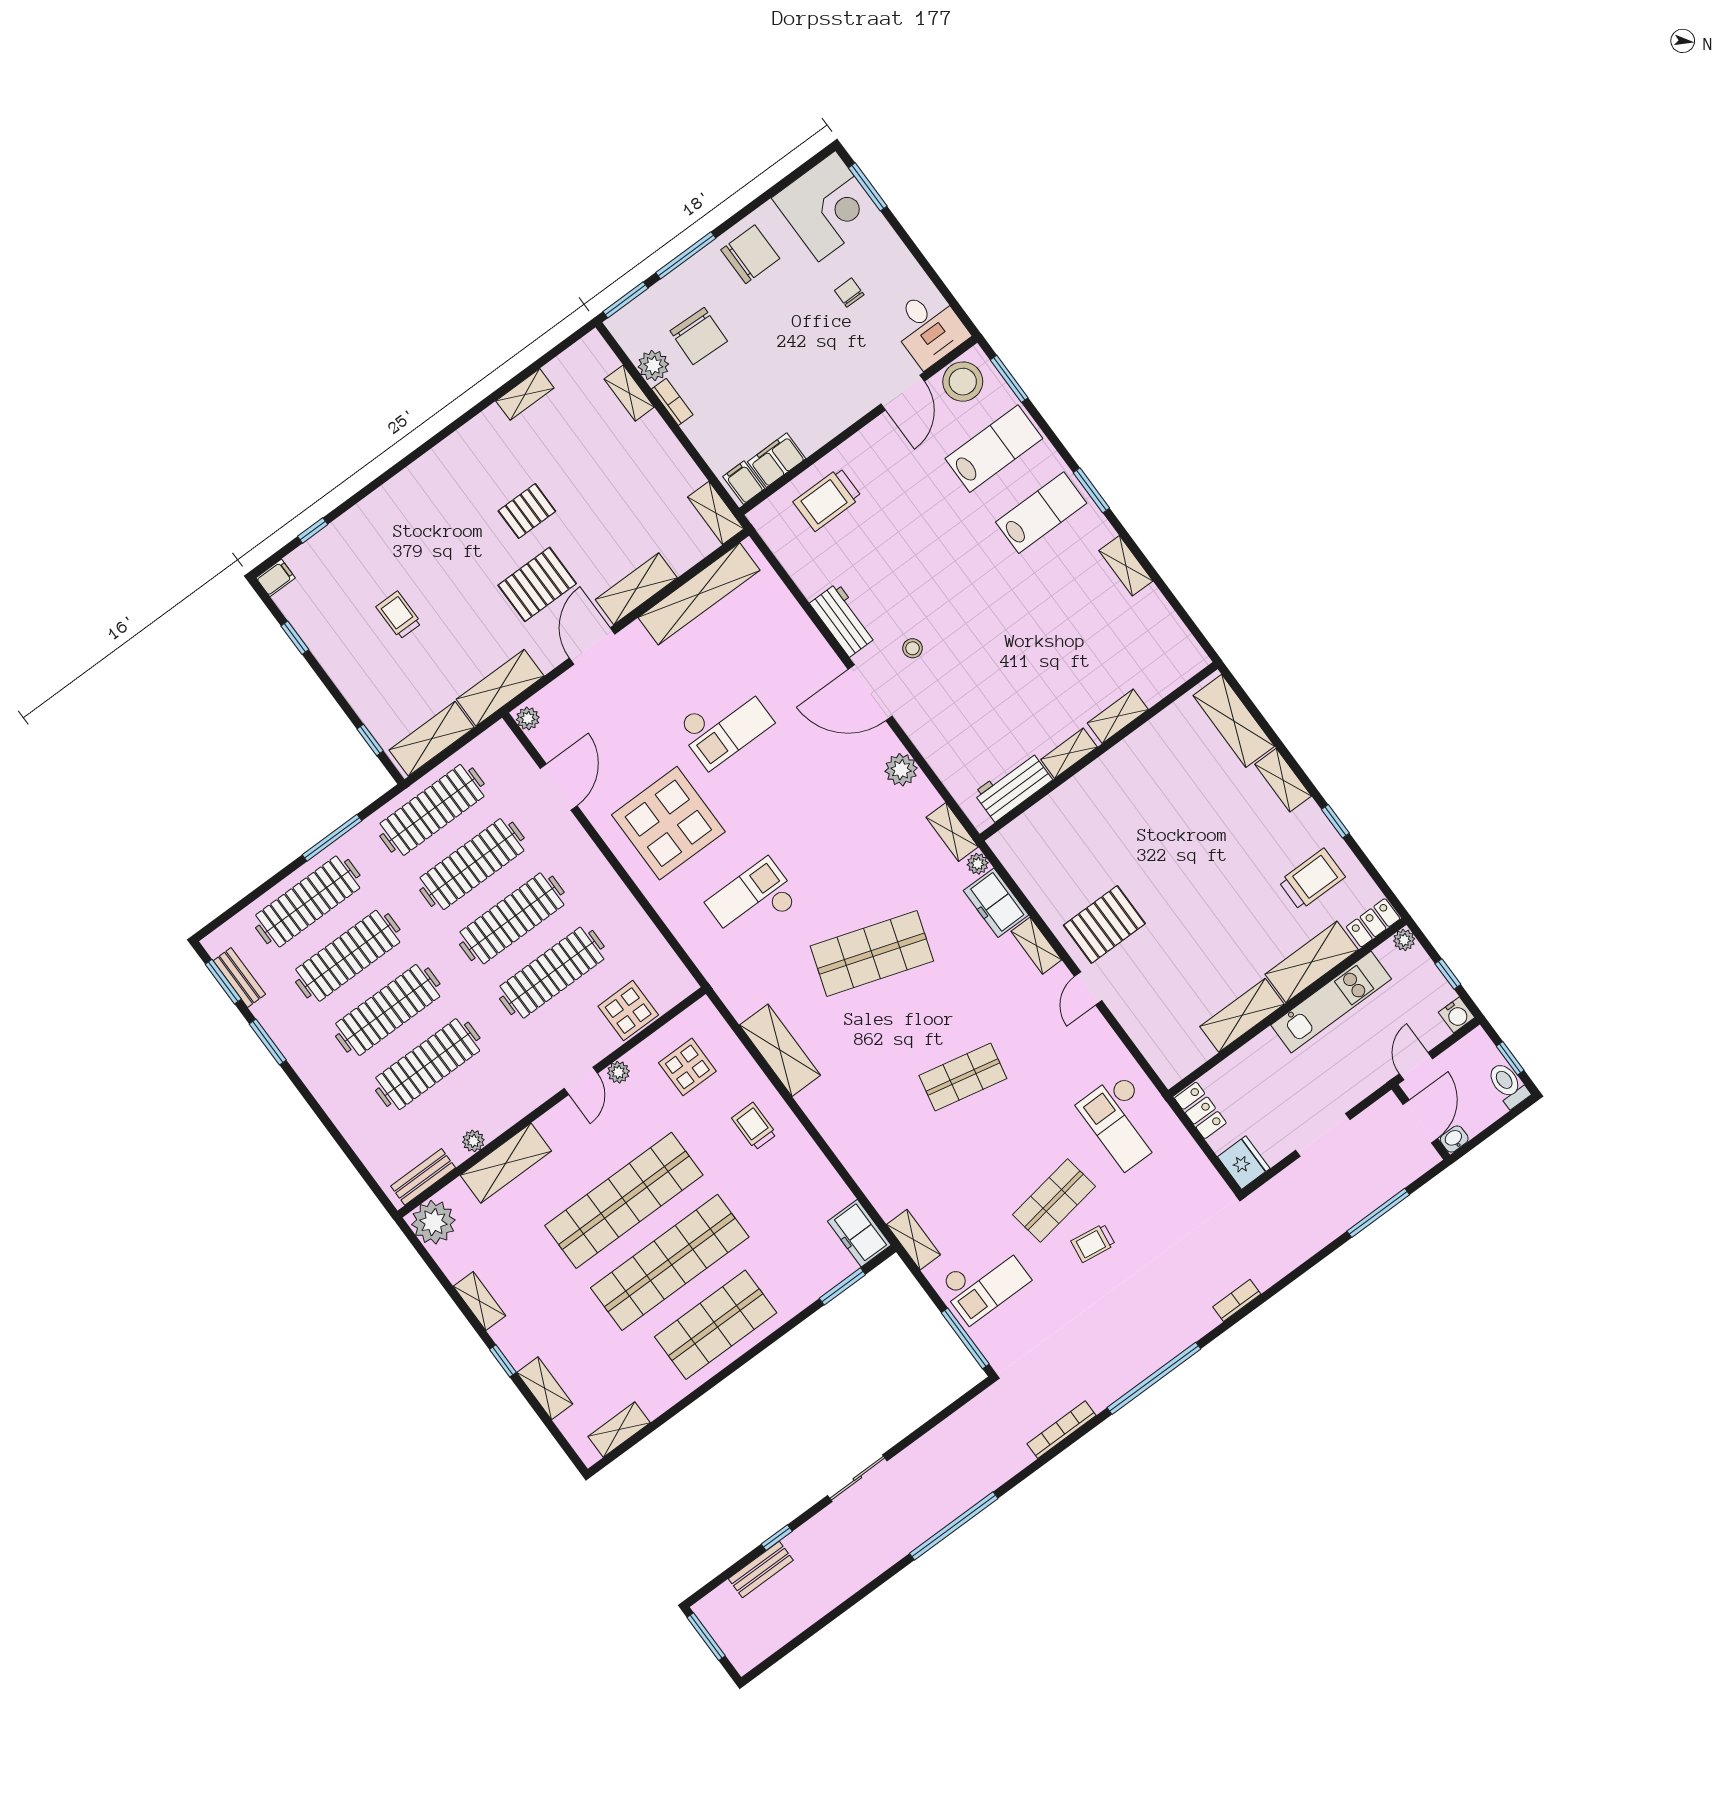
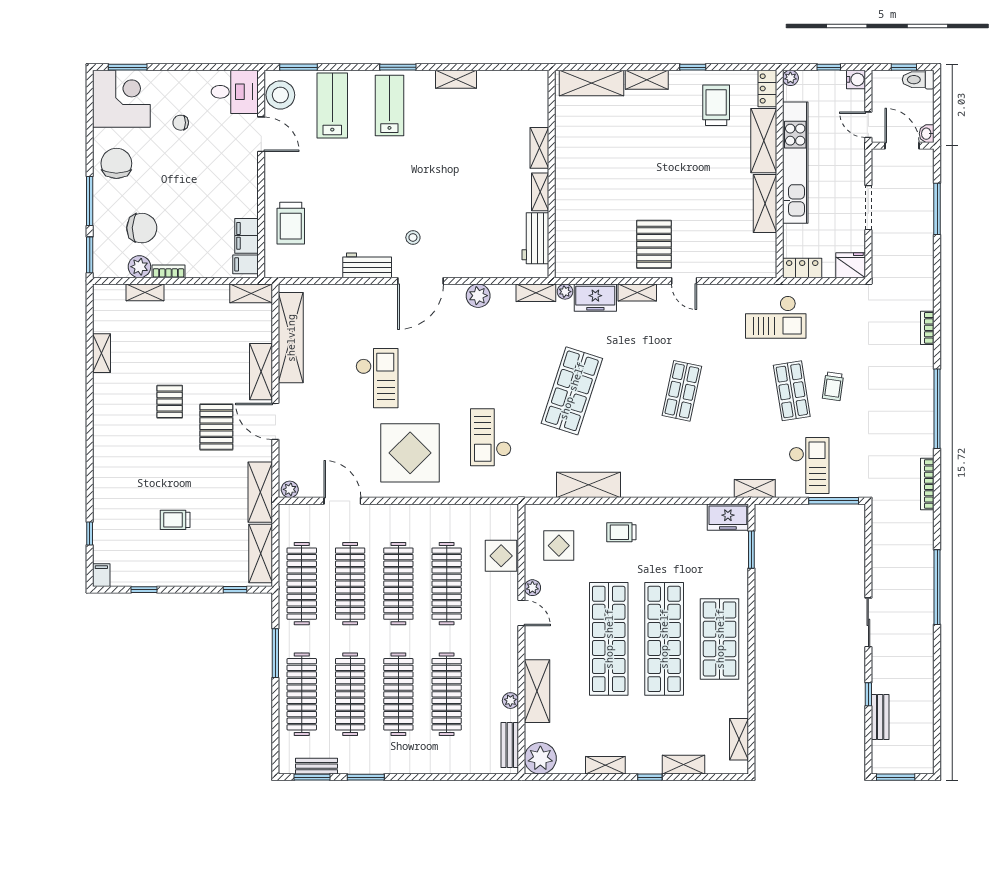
kitchen unit: (1331, 1002) -> (795, 163), width x1.36

